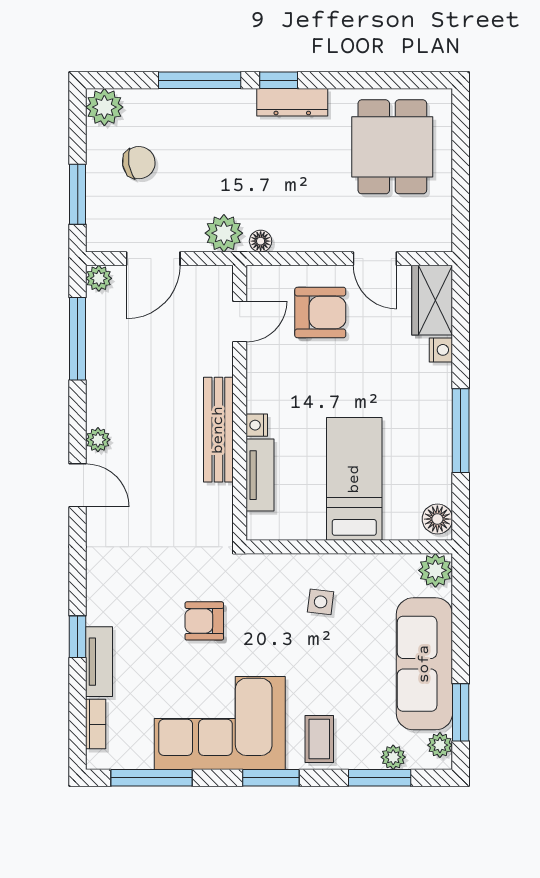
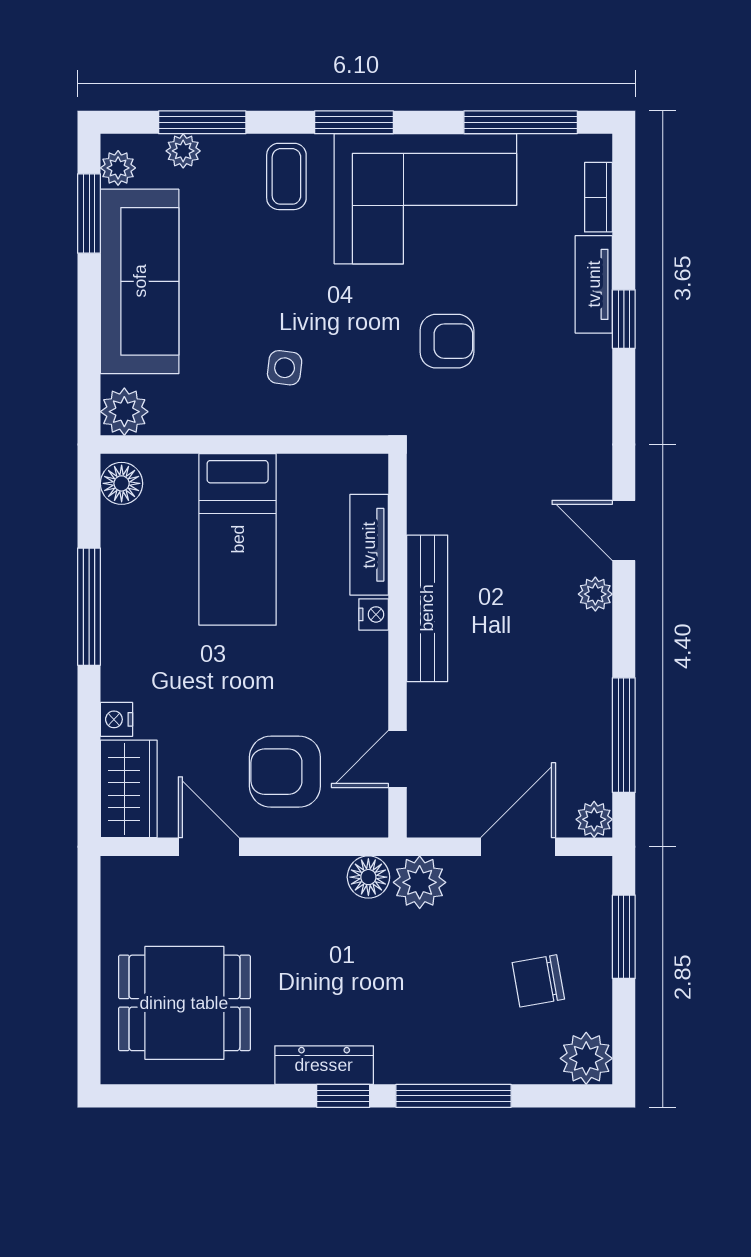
dining table: (392, 147) -> (184, 1003), turned 90
floor lamp: (261, 241) -> (368, 877), width x1.37, depth x1.37

